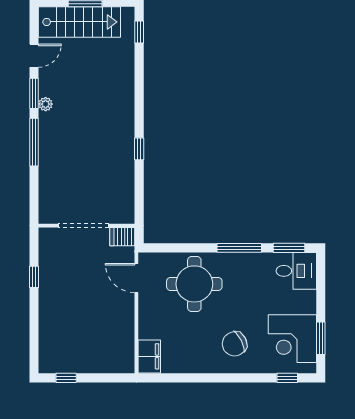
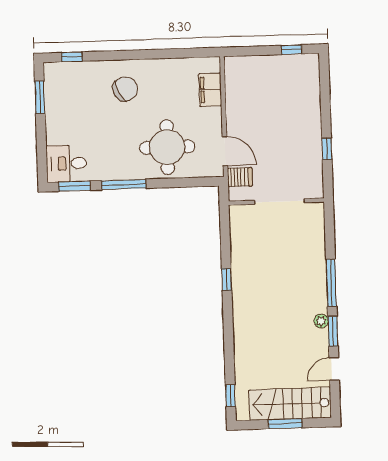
server rack: (122, 237) -> (240, 177), moved
corner desk: (292, 339) -> (68, 96), removed
filing cabinet: (149, 356) -> (210, 90), moved

